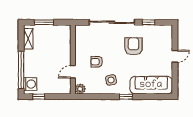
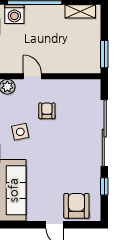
window: (44, 22) -> (104, 54), moved
armchair: (133, 46) -> (76, 206), moved, turned -90

